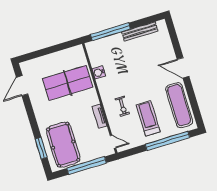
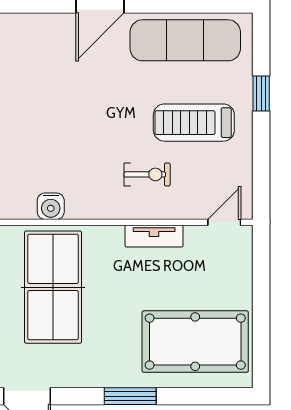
window: (167, 141) -> (261, 93), width x0.32
window: (41, 148) -> (130, 396), moved
window: (87, 166) -> (261, 302), removed

